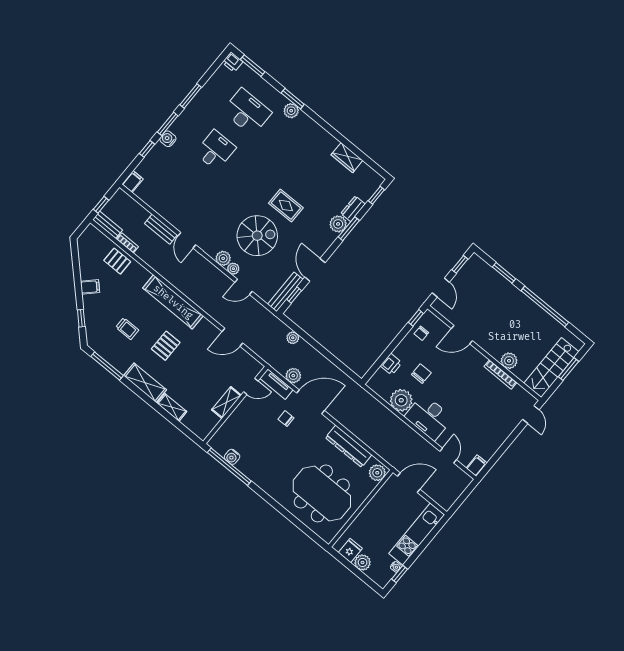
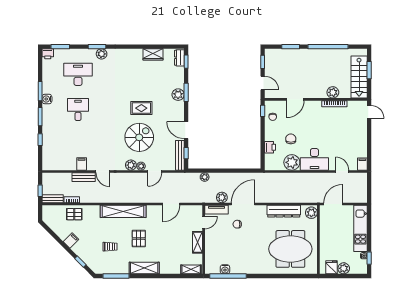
water cooler: (168, 139) -> (47, 99), moved
filing cabinet: (132, 182) -> (82, 164), moved
dresser: (353, 209) -> (179, 58), moved
shelving: (172, 407) -> (191, 269), moved

